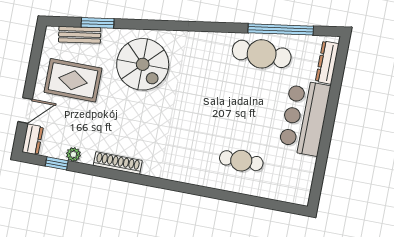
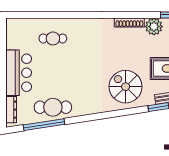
plant: (73, 154) -> (154, 27), width x1.87, depth x1.87

